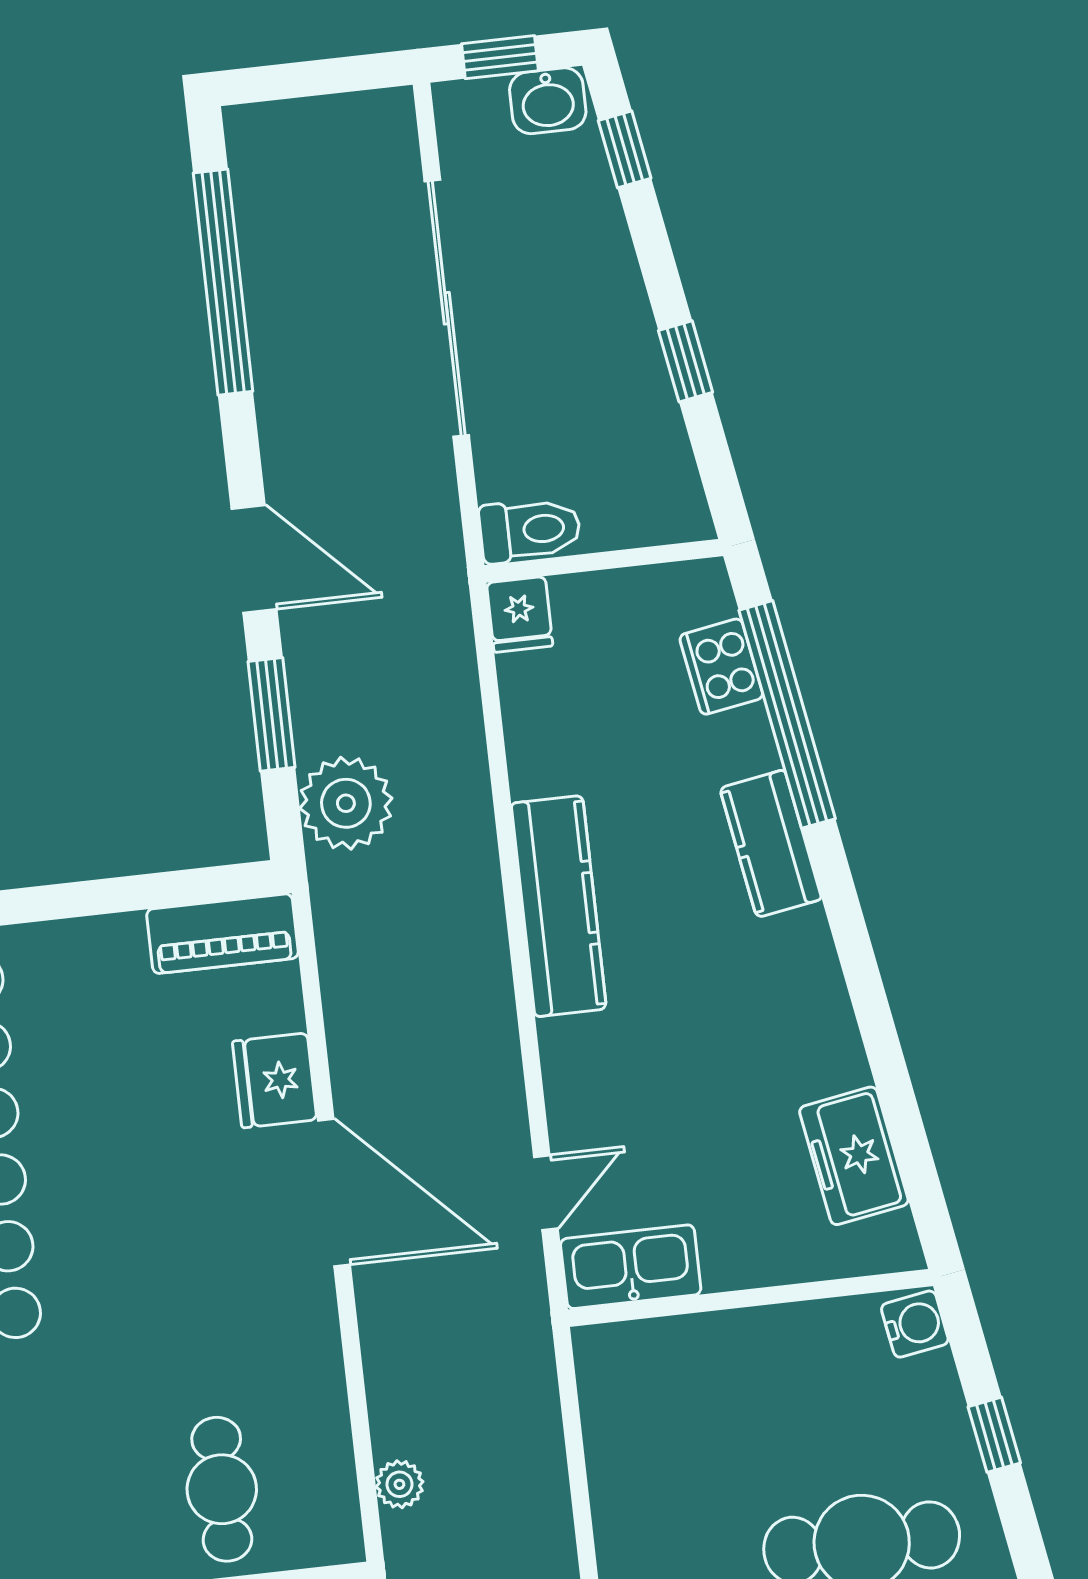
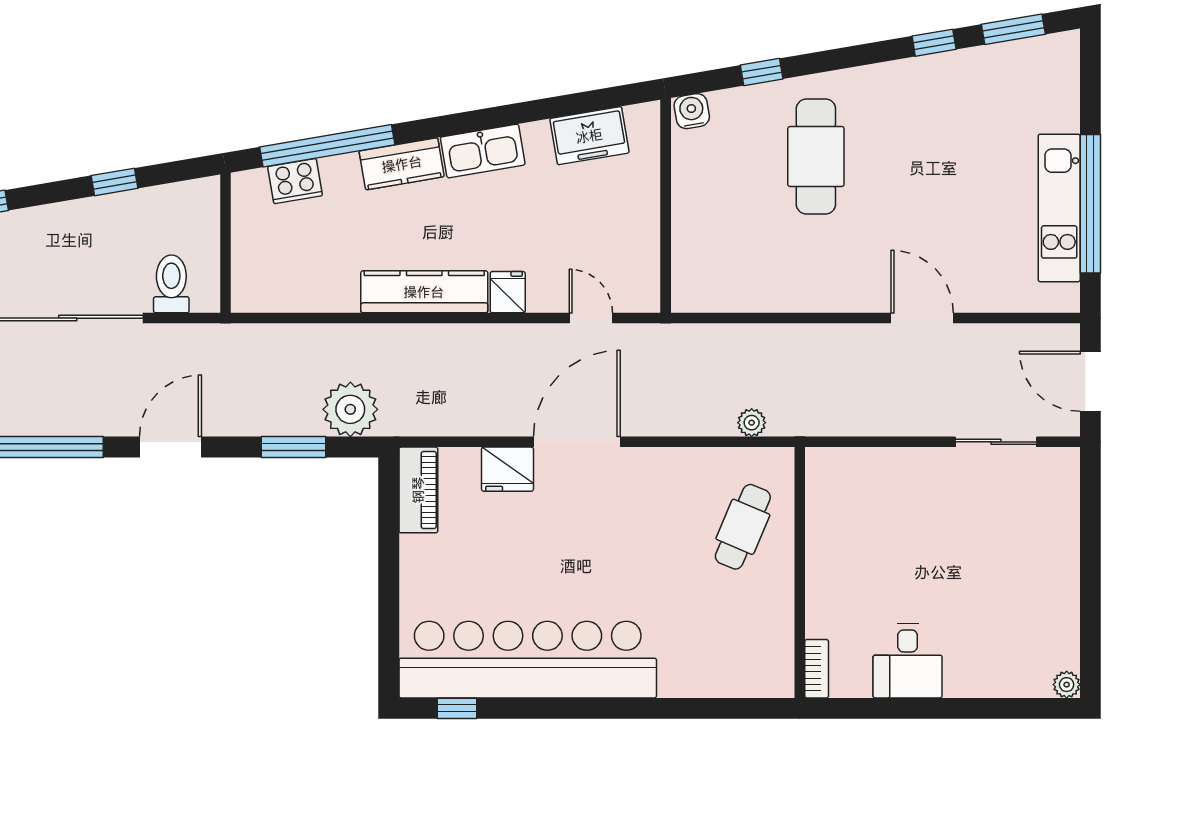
toilet: (530, 530) -> (171, 284), moved
door: (254, 559) -> (170, 447), moved
fridge: (520, 614) -> (508, 292), moved, turned -90
kitchen sink: (631, 1267) -> (483, 151), moved, turned -100
cafe table: (222, 1489) -> (743, 527), turned -67

